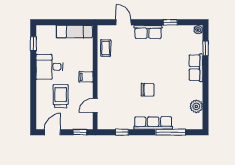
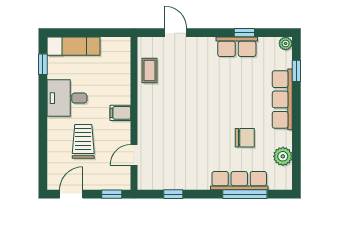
exam couch: (74, 31) -> (74, 46), moved
row of seats: (148, 32) -> (237, 47), moved
row of seats: (196, 68) -> (282, 99), width x1.48
chair: (147, 90) -> (245, 138), moved
row of seats: (153, 123) -> (239, 181), moved

